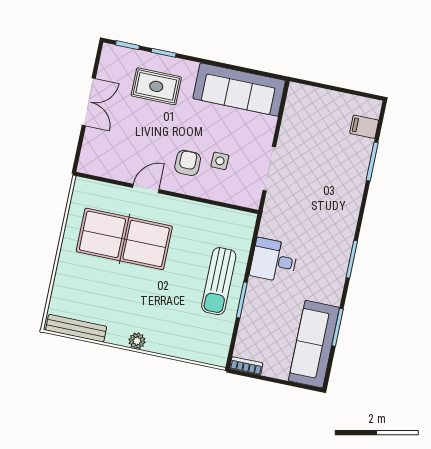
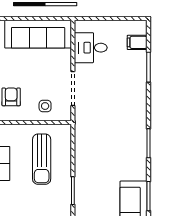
side table: (220, 161) -> (45, 106), moved
desk: (274, 260) -> (91, 48), moved
sun lounger: (219, 281) -> (42, 159), moved

